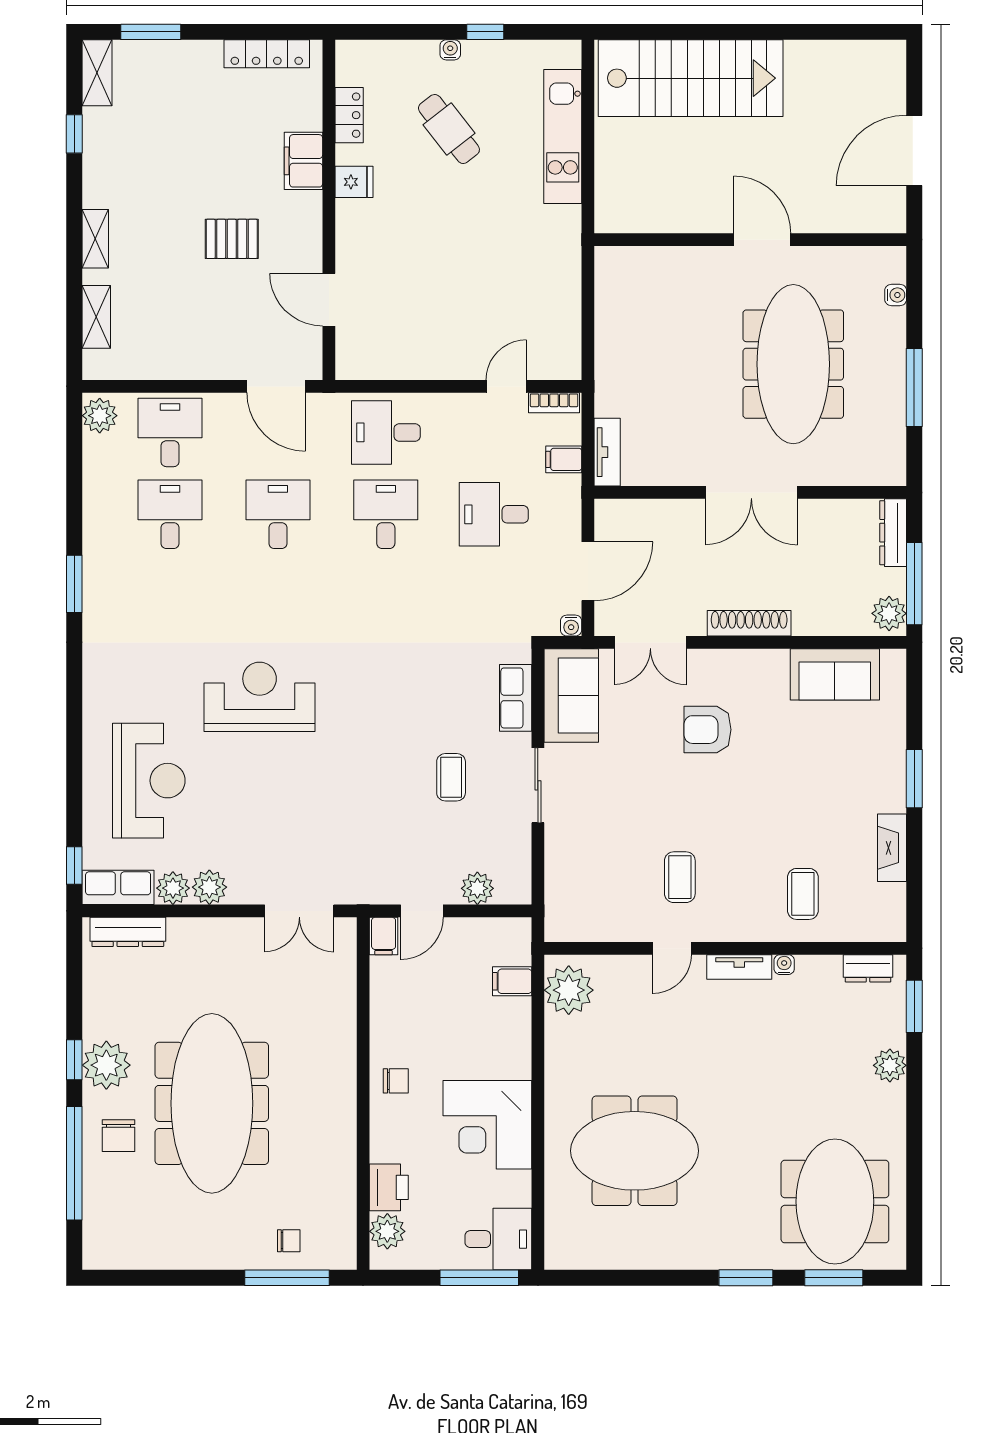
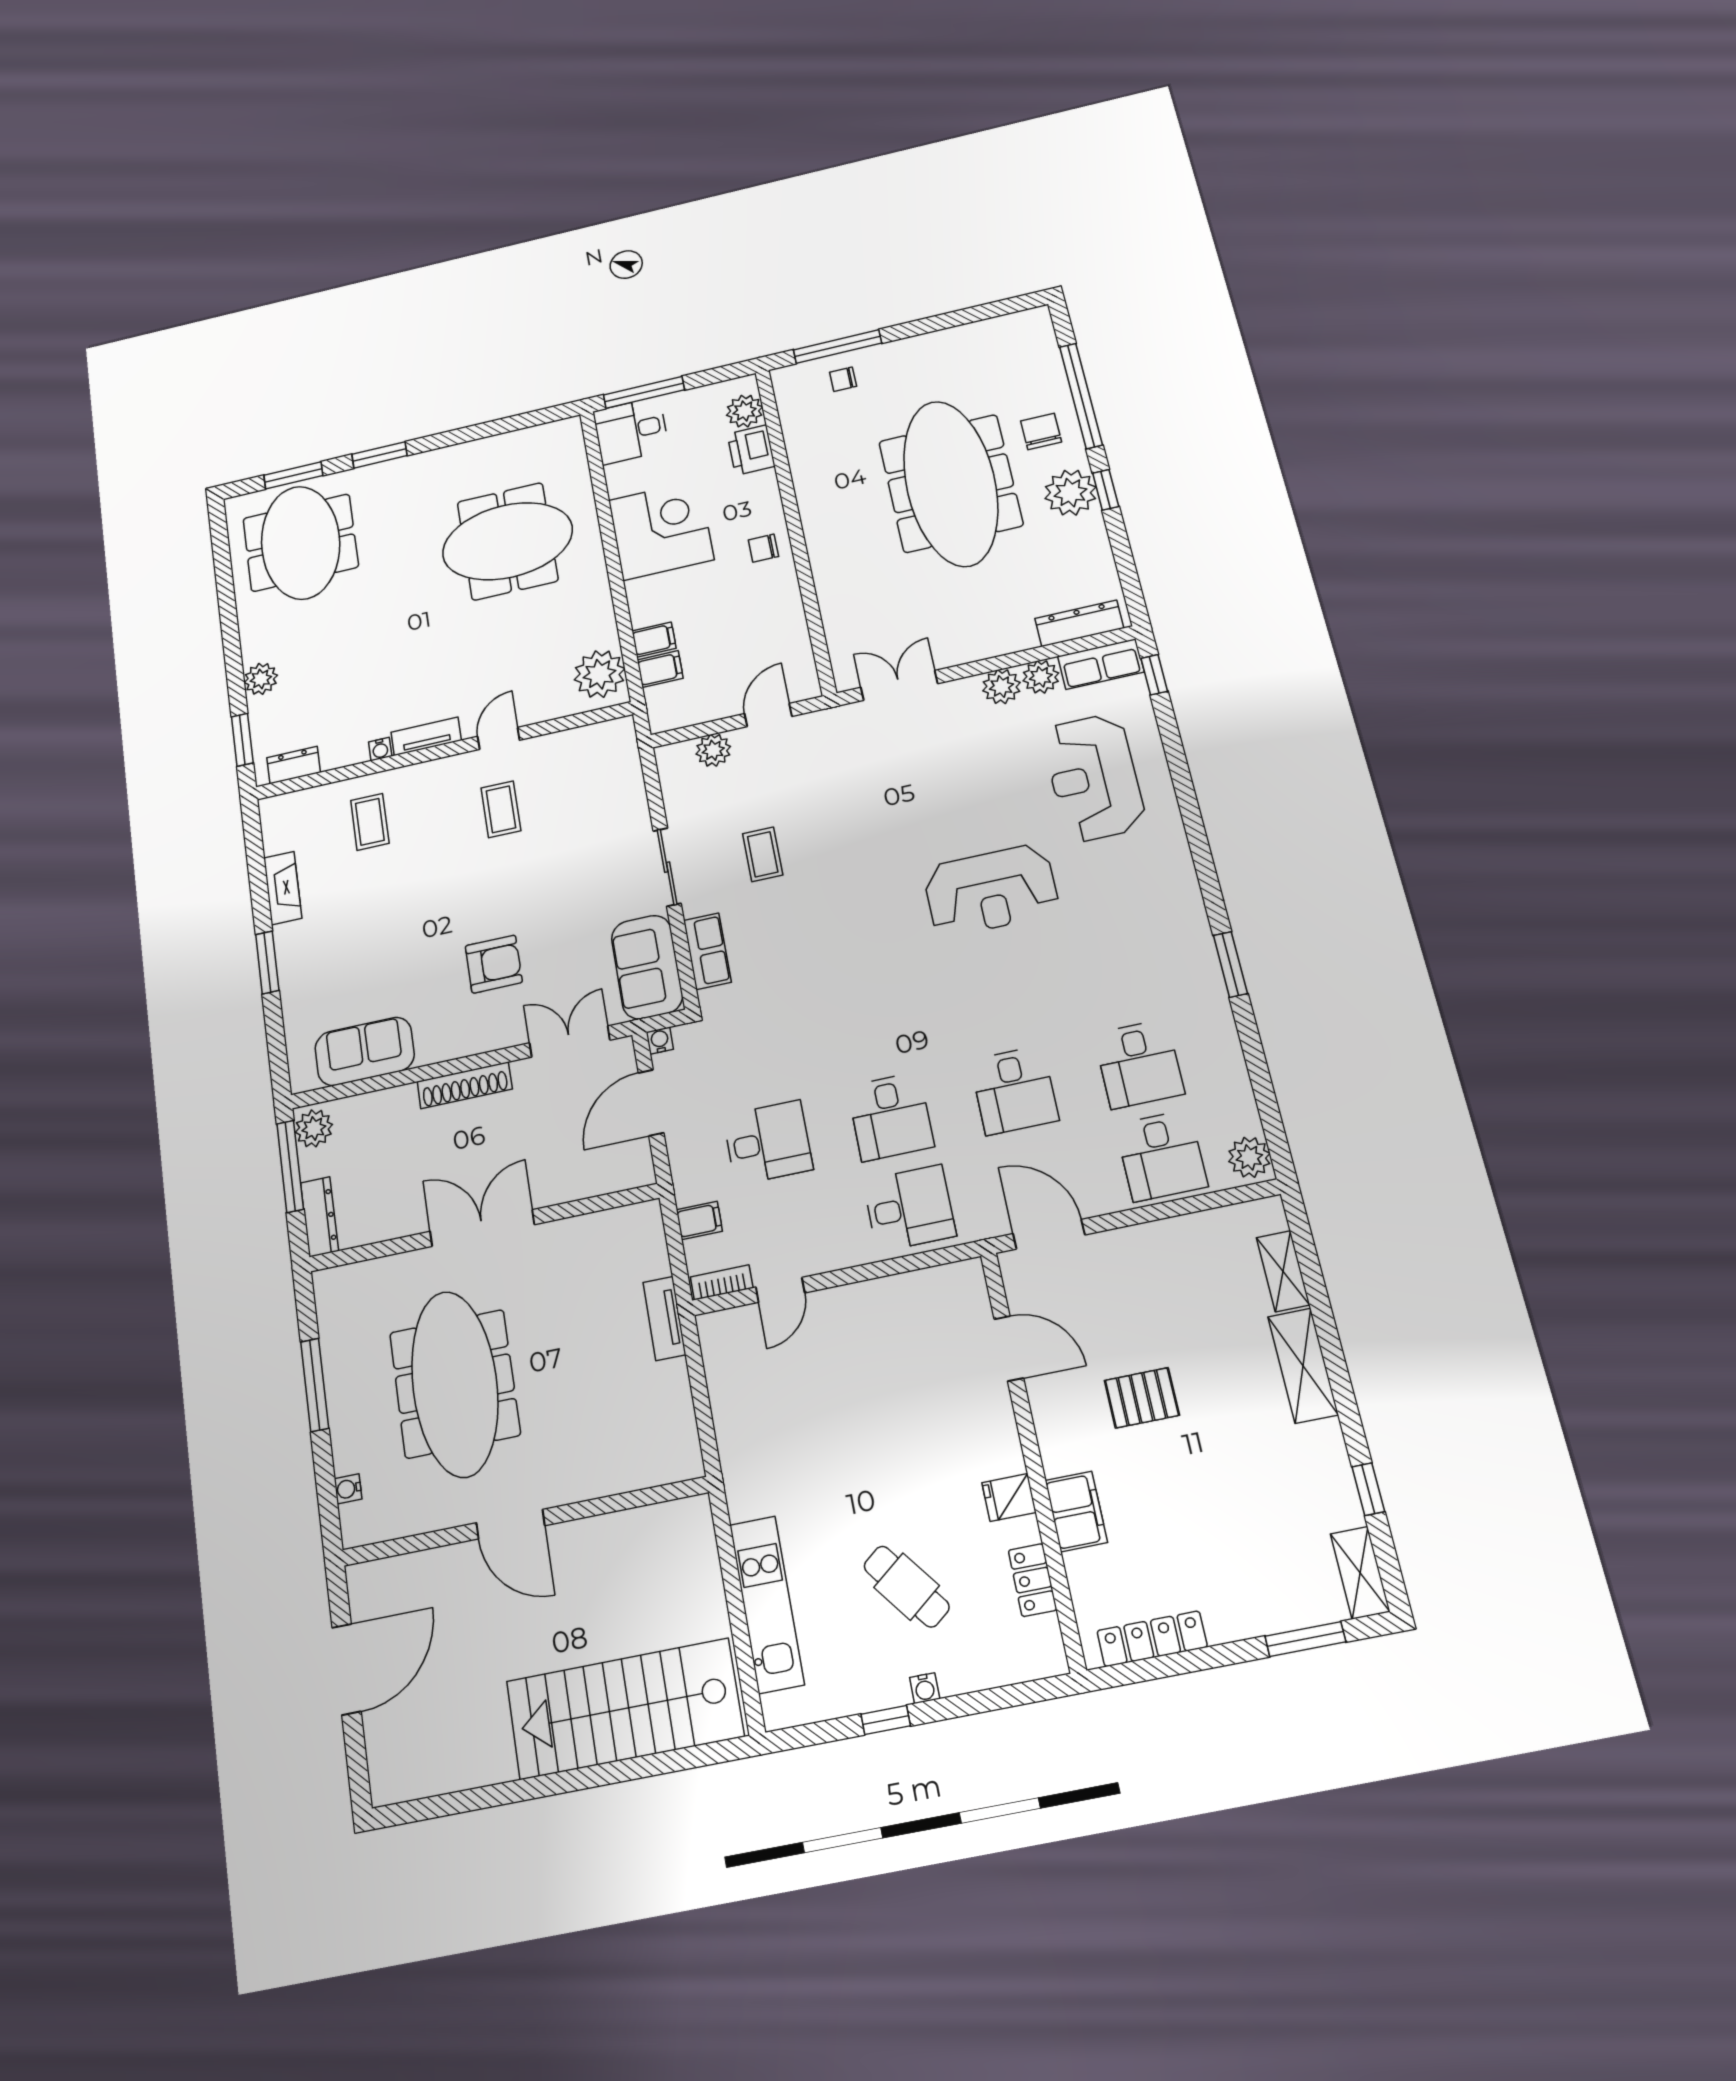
shelving: (95, 239) -> (1303, 1366), width x1.50, depth x1.33
tv unit: (607, 452) -> (664, 1318), moved
filing cabinet: (384, 936) -> (654, 640), moved, turned 90

